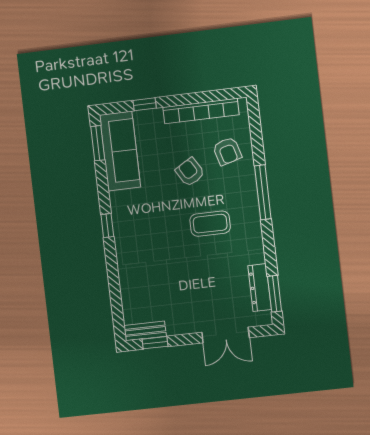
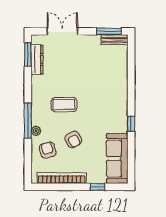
window: (98, 143) -> (131, 165), removed
plant: (249, 178) -> (36, 131), added
window: (107, 226) -> (131, 124), moved
window: (155, 343) -> (109, 31), width x1.50

